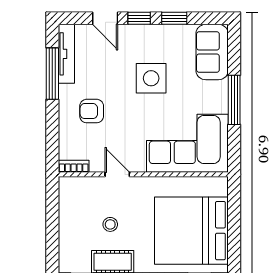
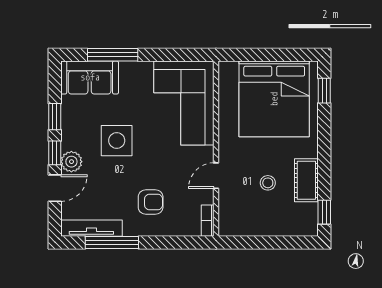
plant: (131, 34) -> (71, 162), added
window: (234, 100) -> (113, 55), moved
armchair: (92, 111) -> (151, 202), turned -90

